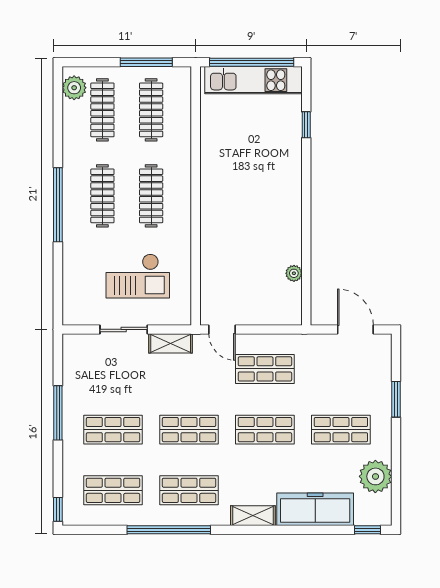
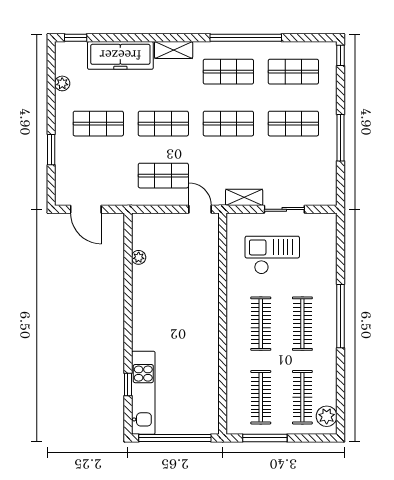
kitchen unit: (253, 80) -> (143, 393), moved, turned 90
plant: (375, 476) -> (62, 83), width x0.53, depth x0.53

